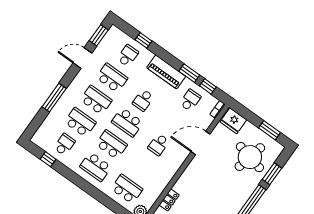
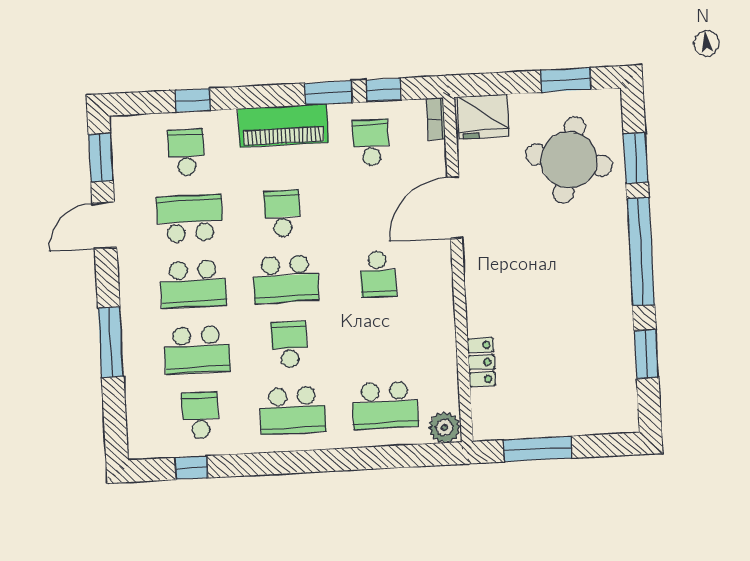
school desk: (96, 100) -> (193, 284), turned 180
school desk: (143, 100) -> (282, 213), turned 180
school desk: (80, 122) -> (197, 350), turned 180
school desk: (111, 145) -> (289, 345), width x0.54
school desk: (127, 189) -> (385, 405), turned 180

